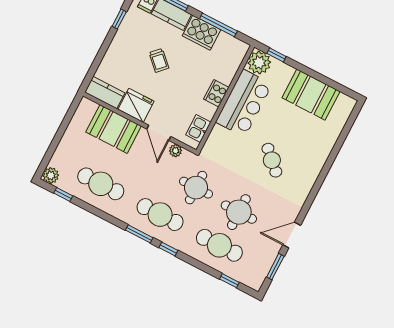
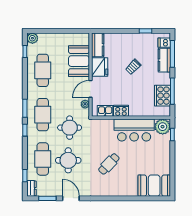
cooker: (201, 33) -> (163, 96), moved
cooker: (216, 93) -> (121, 111), moved
booth: (311, 95) -> (154, 186), moved, turned 90
dresser: (251, 281) -> (31, 188), added

